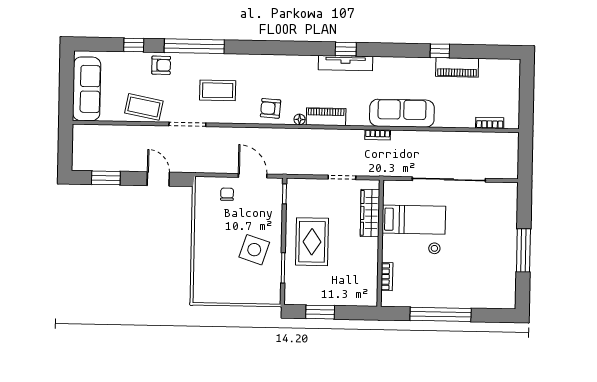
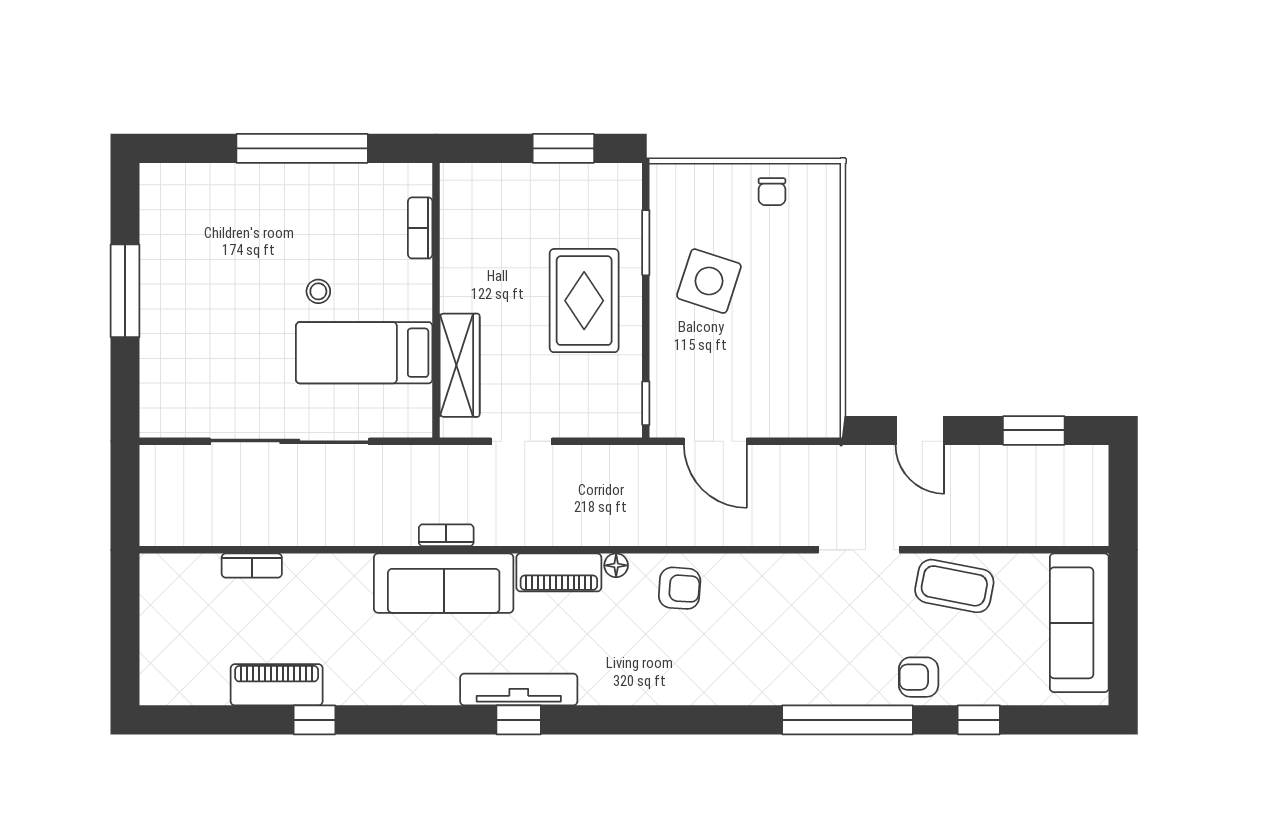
coffee table: (218, 90) -> (795, 625), removed
sofa: (402, 113) -> (444, 583), moved
bookcase: (490, 123) -> (252, 566), moved
chair: (227, 194) -> (772, 192), moved

